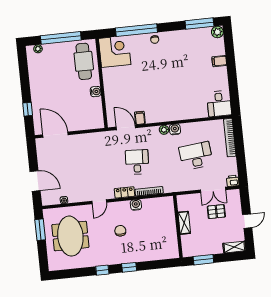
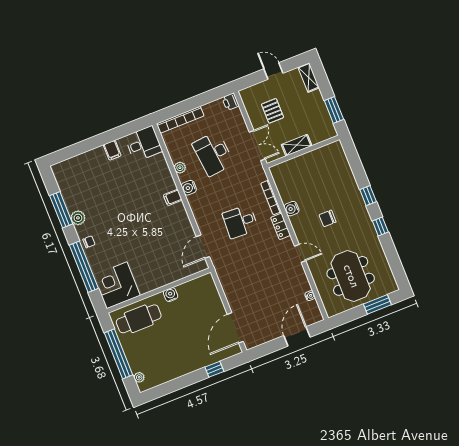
window: (199, 24) -> (61, 210), moved
plant: (217, 32) -> (78, 218), moved
filing cabinet: (219, 61) -> (112, 150), moved
filing cabinet: (140, 118) -> (173, 197), moved
plant: (164, 130) -> (180, 168), moved
double door: (213, 190) -> (257, 145), moved
window: (40, 230) -> (377, 304), moved
meeting table: (70, 236) -> (351, 276), turned 90

